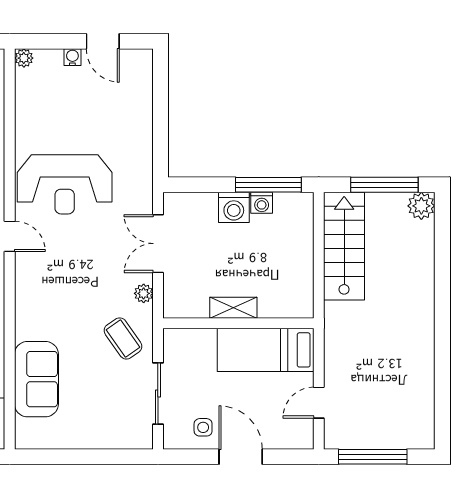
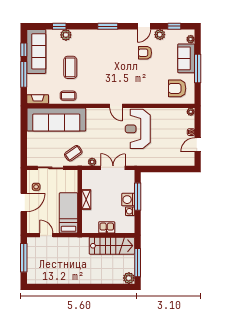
window: (268, 185) -> (138, 197), moved
door: (10, 236) -> (116, 106), hinge flipped
kitchen sink: (300, 259) -> (107, 227), added
sofa: (36, 379) -> (56, 120), width x1.85, depth x1.27

